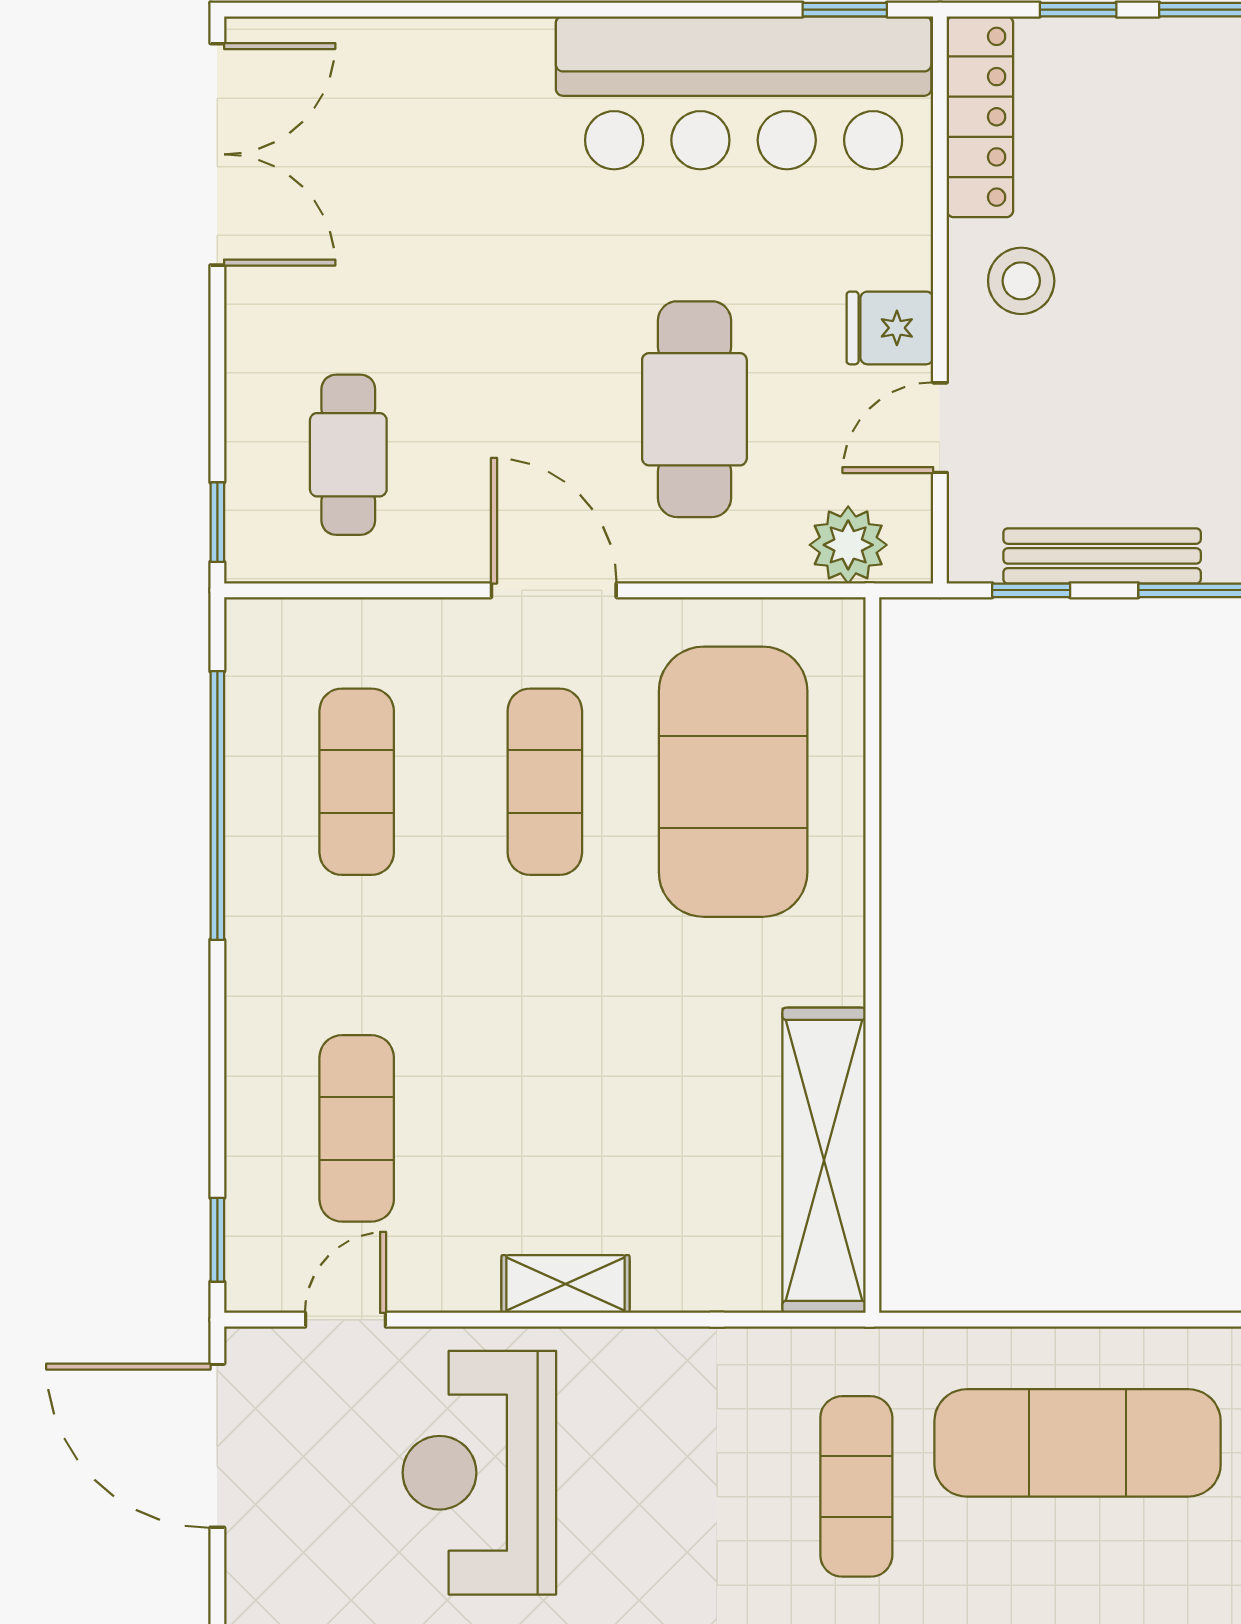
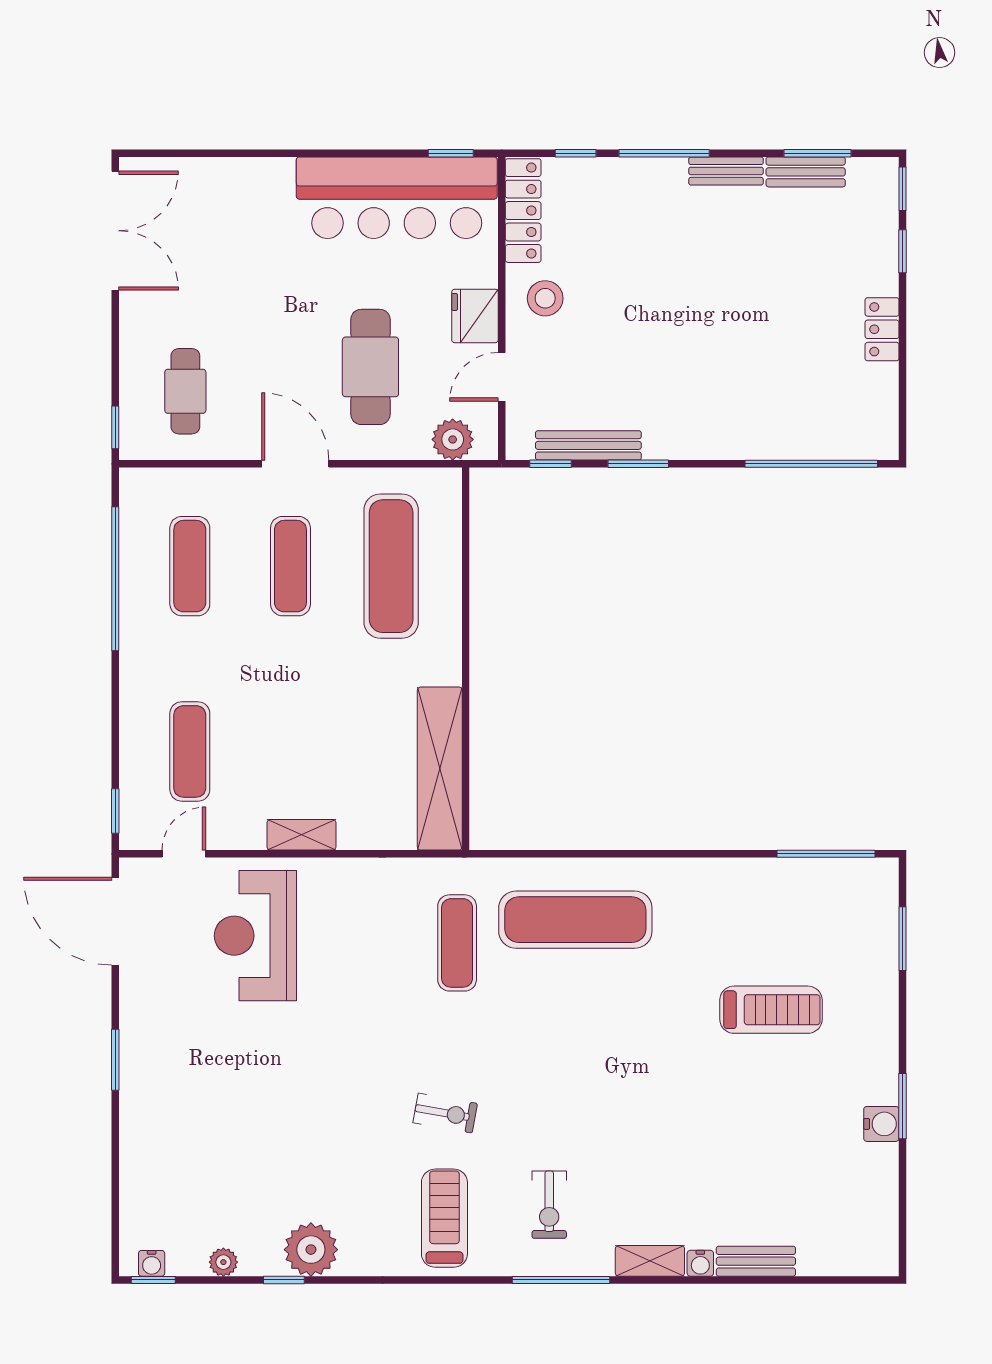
fridge: (890, 328) -> (475, 316), width x1.38
exercise mat: (733, 782) -> (391, 566), width x0.68

